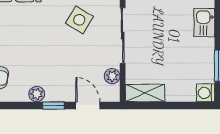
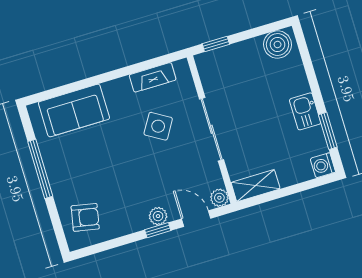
kitchen sink: (204, 23) -> (305, 111), moved
plant: (112, 76) -> (219, 198), moved
plant: (37, 94) -> (158, 216), moved

